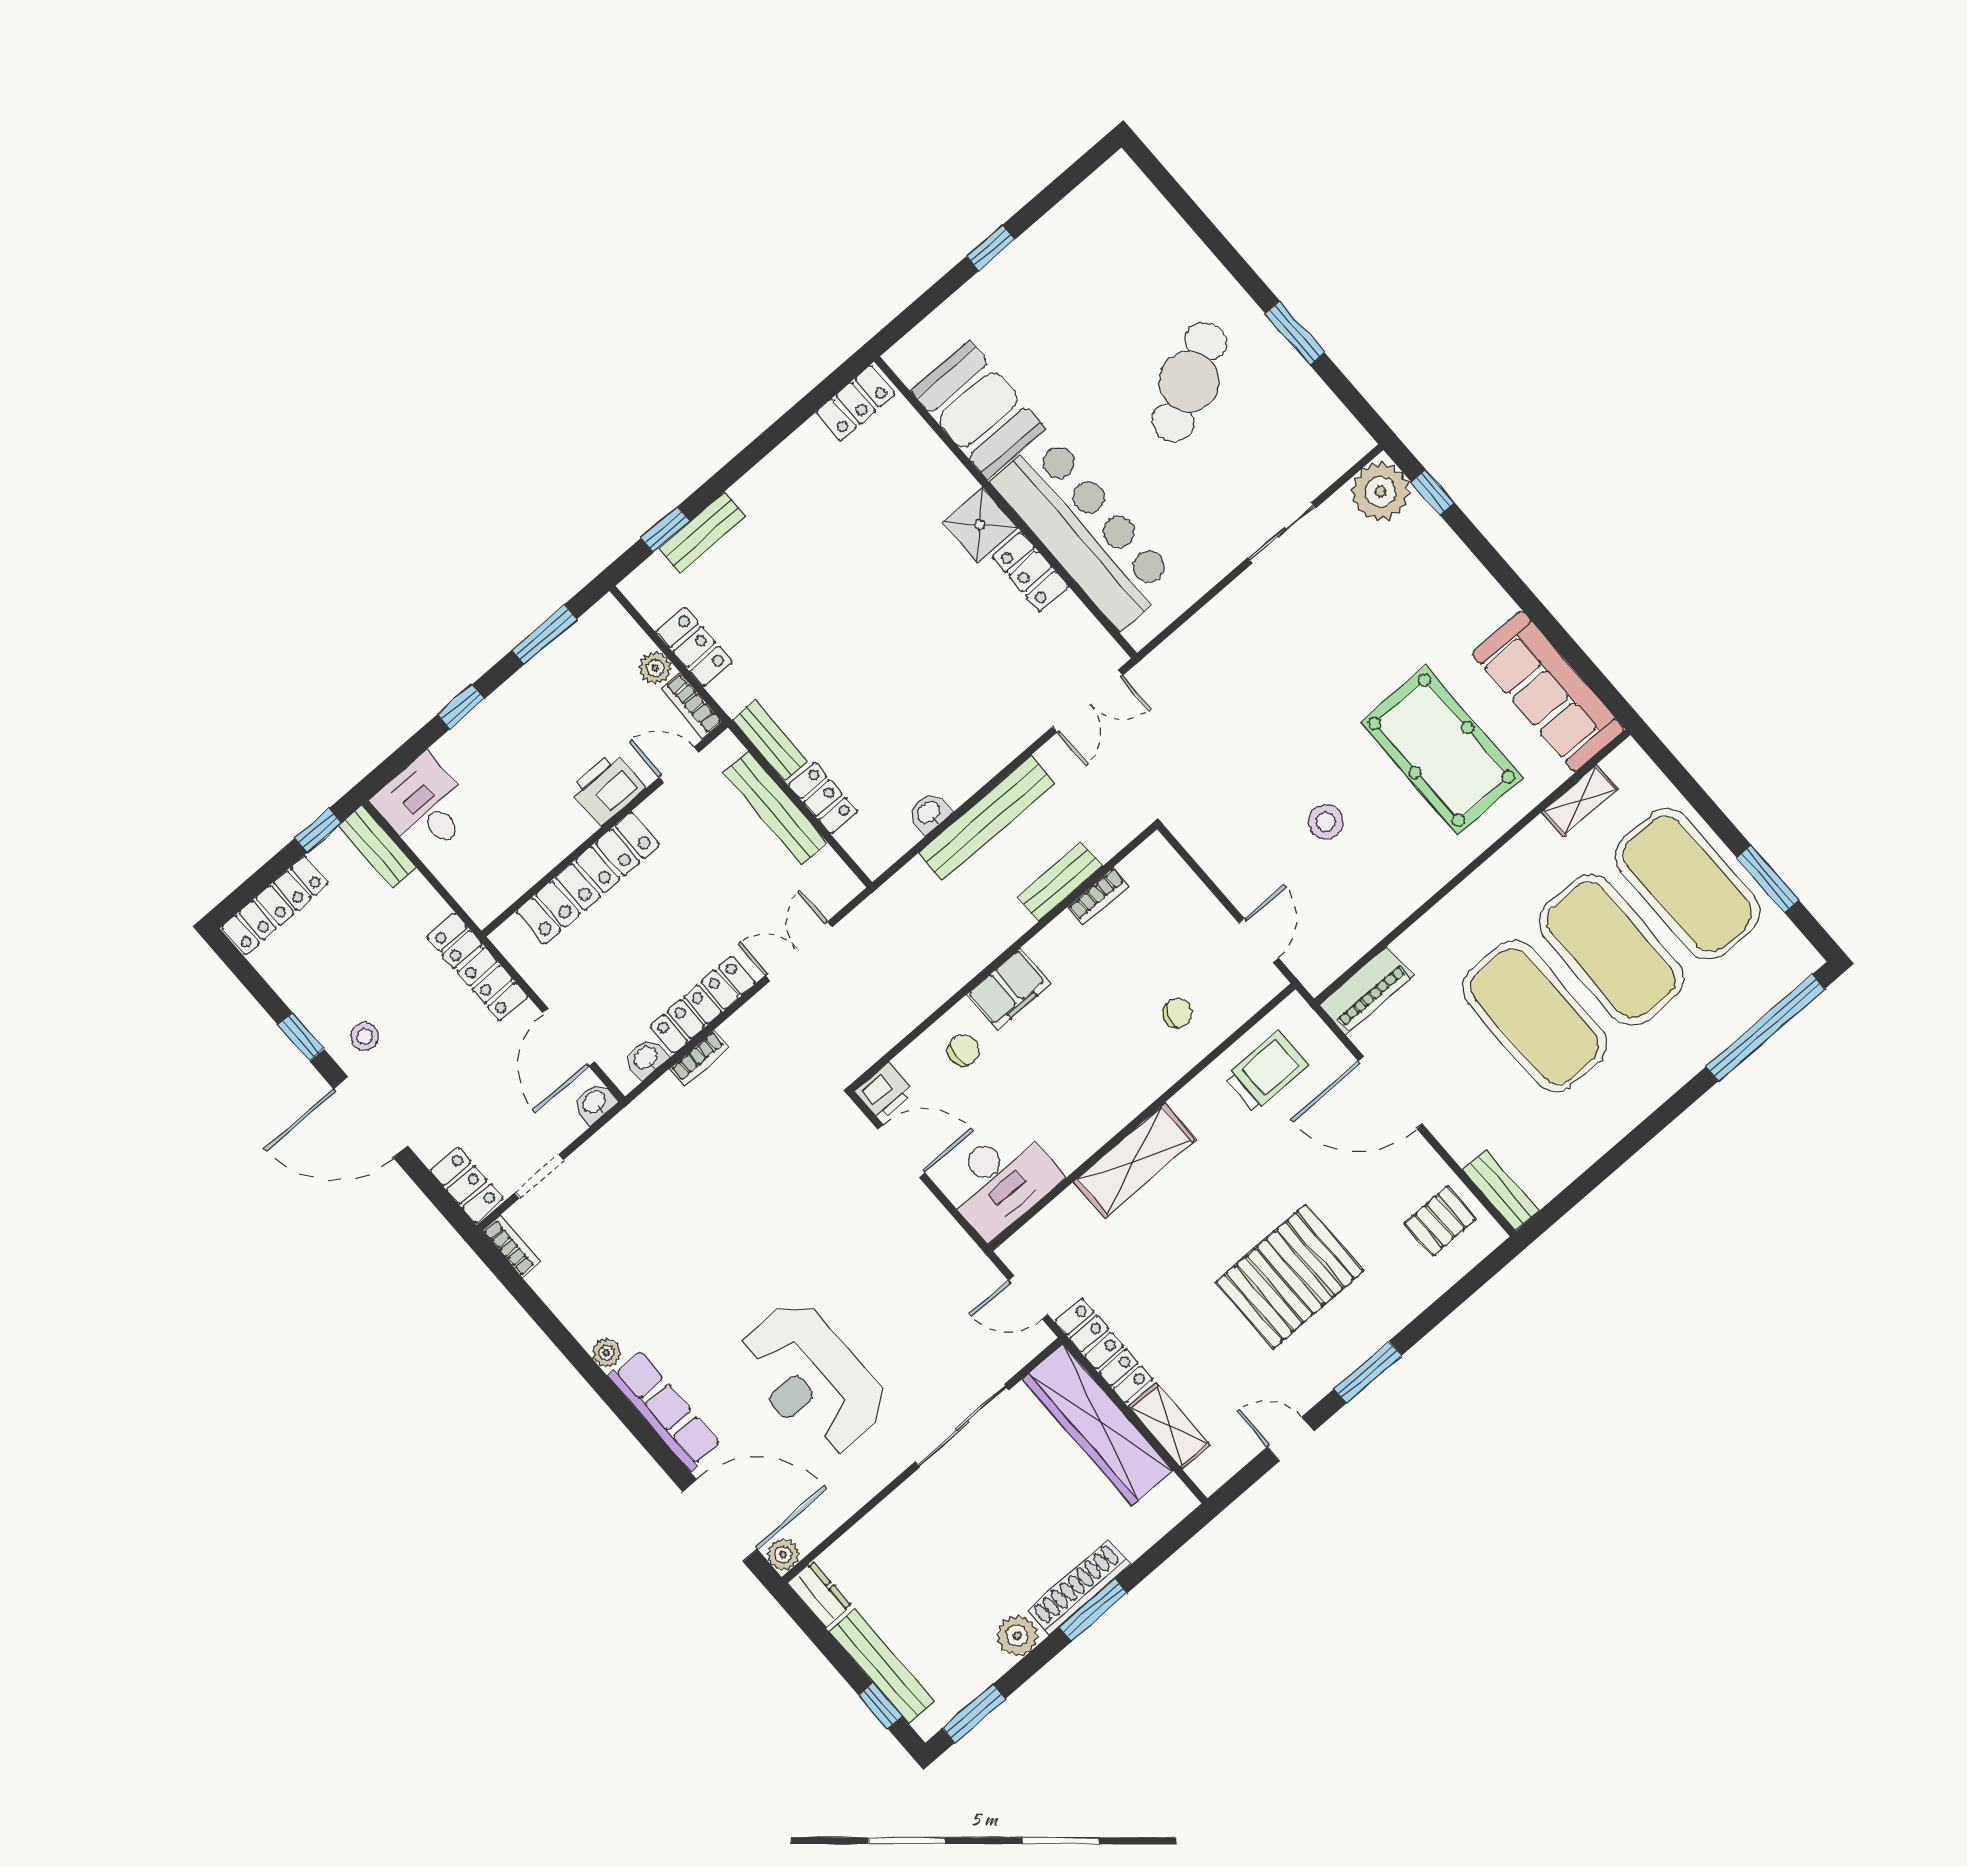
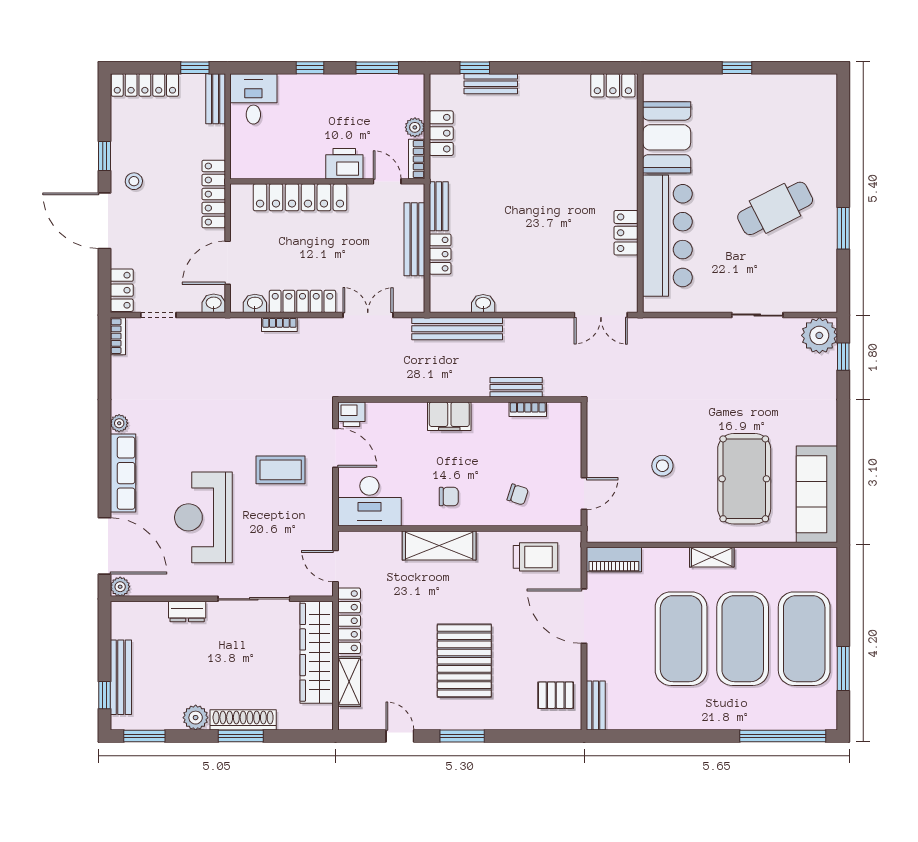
shower: (980, 525) -> (622, 191), removed
shelving: (1580, 800) -> (712, 557), moved
bench: (987, 818) -> (457, 329), moved
chair: (963, 1050) -> (449, 497), moved
coffee table: (857, 1237) -> (281, 470), added
pallet: (1290, 1276) -> (464, 661), turned 90
dresser: (819, 1595) -> (187, 612), moved, turned 90

